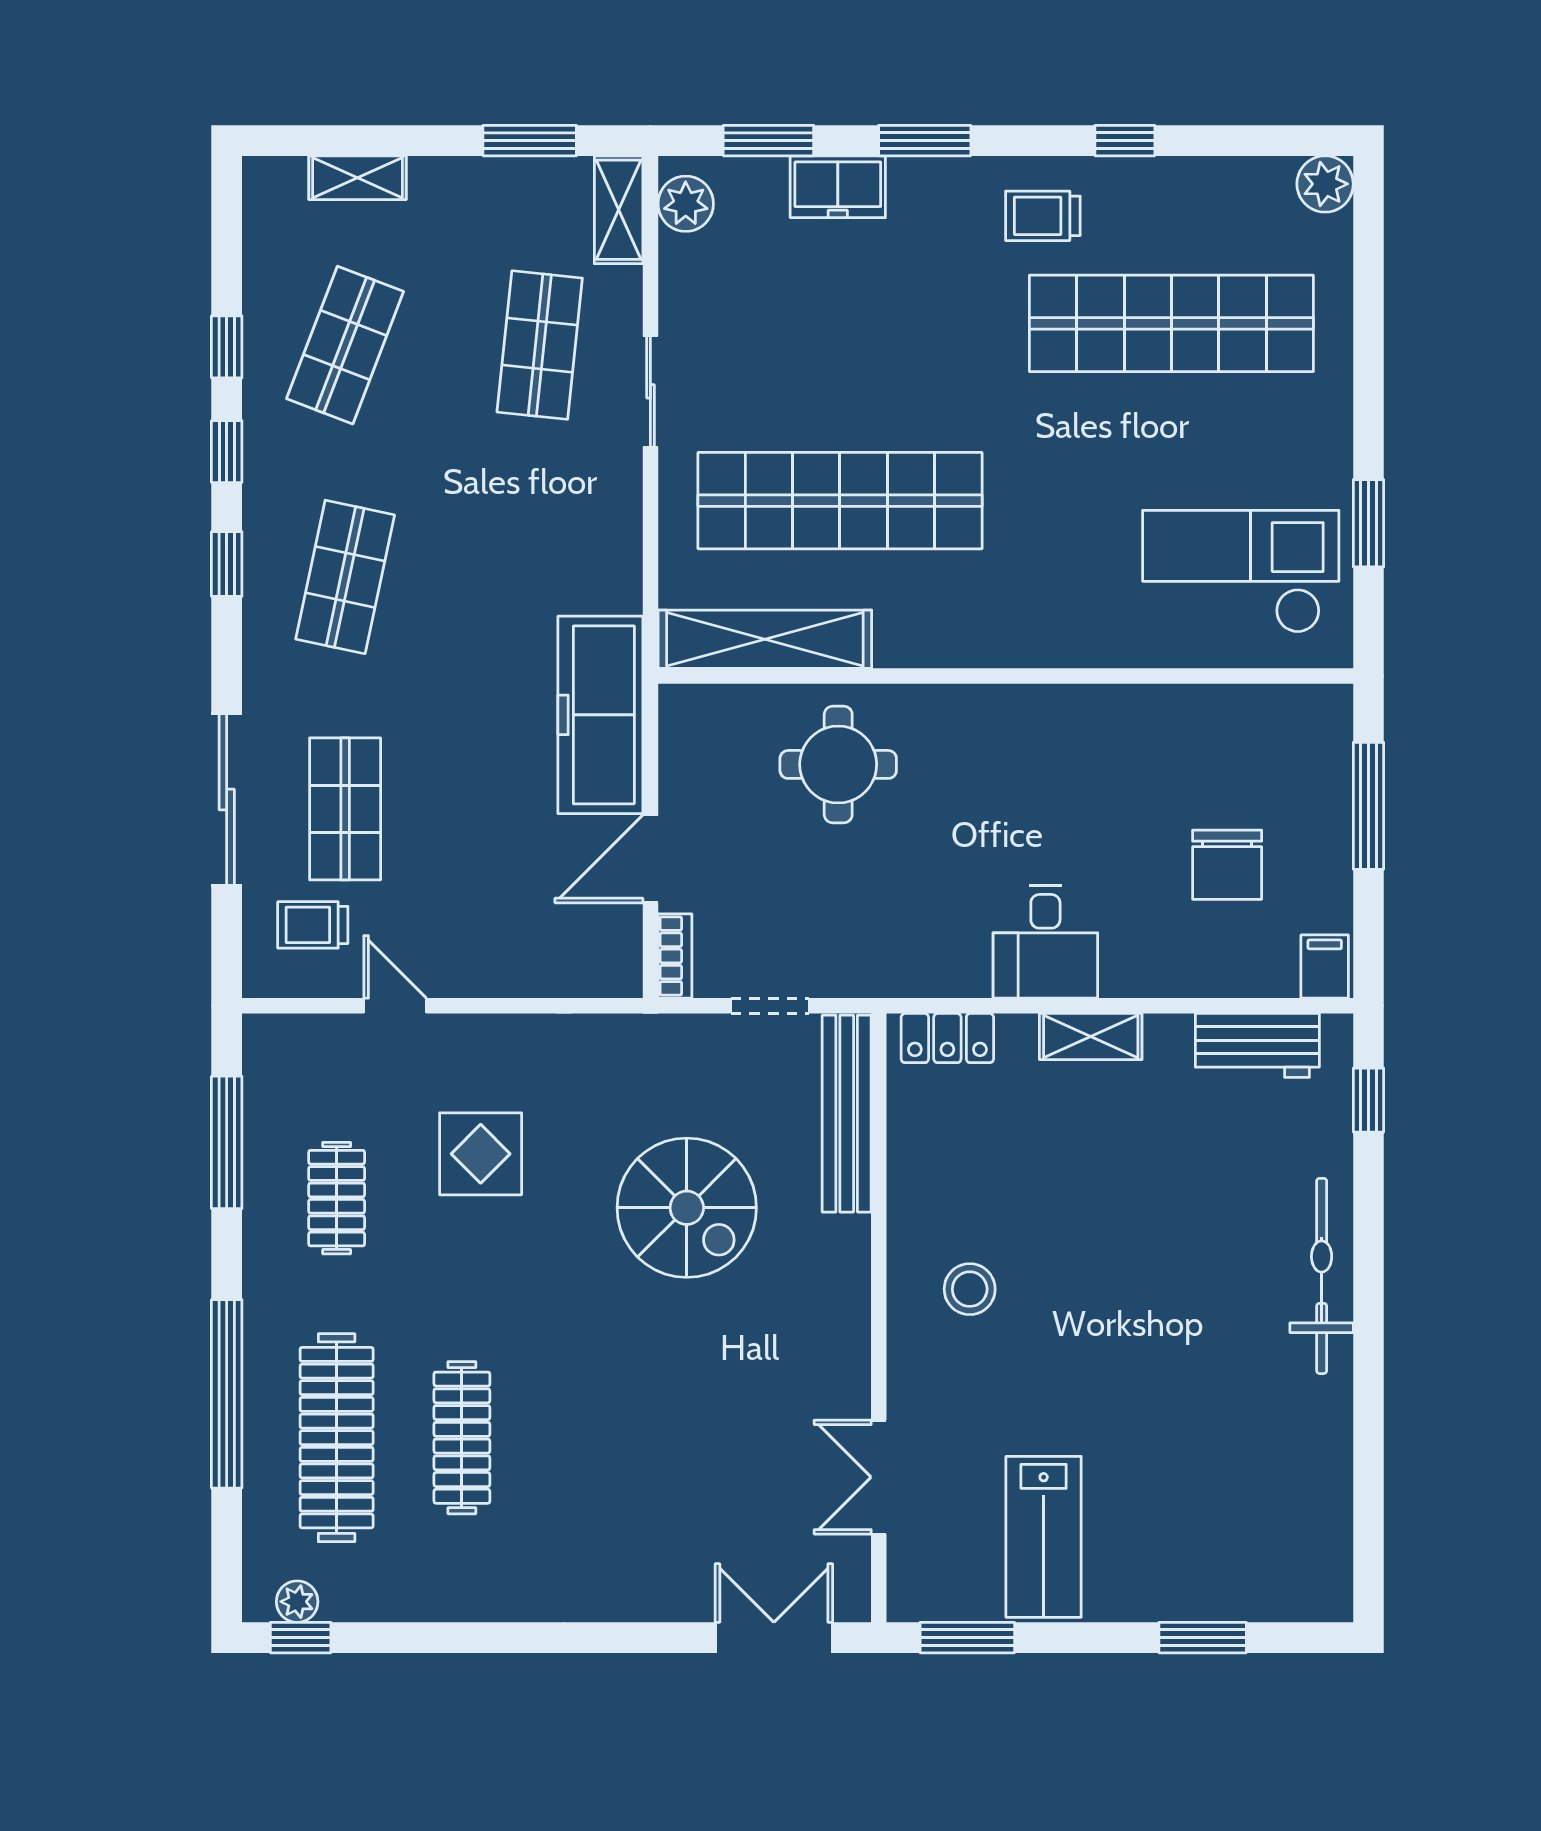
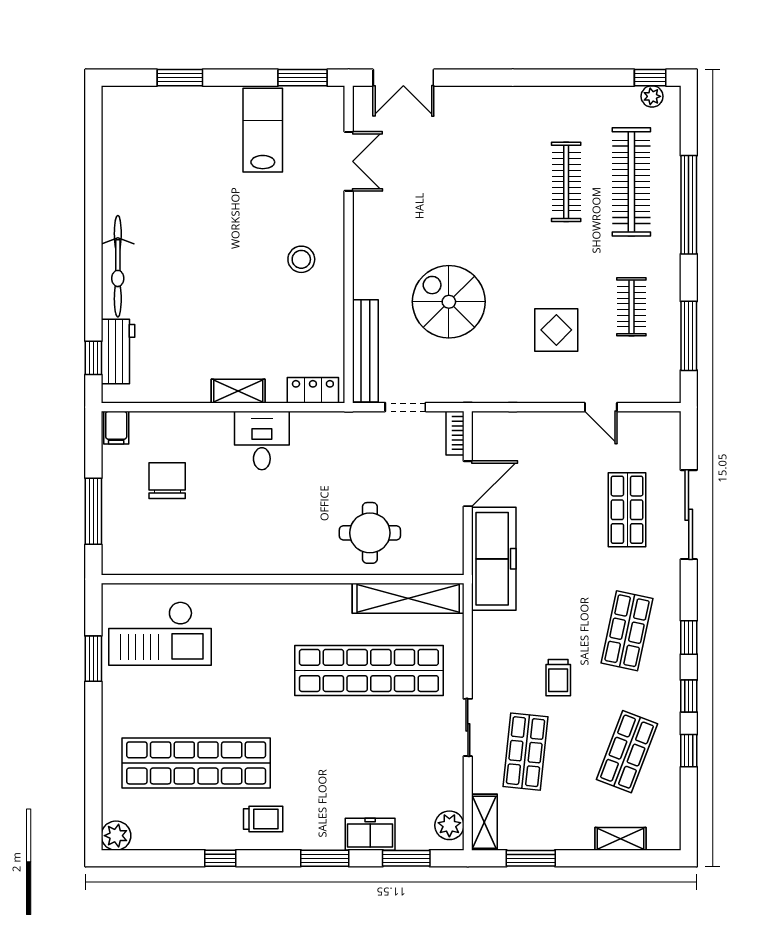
trolley: (313, 925) -> (558, 678), moved, turned 90
workbench: (1257, 1045) -> (118, 352), moved, turned 90

